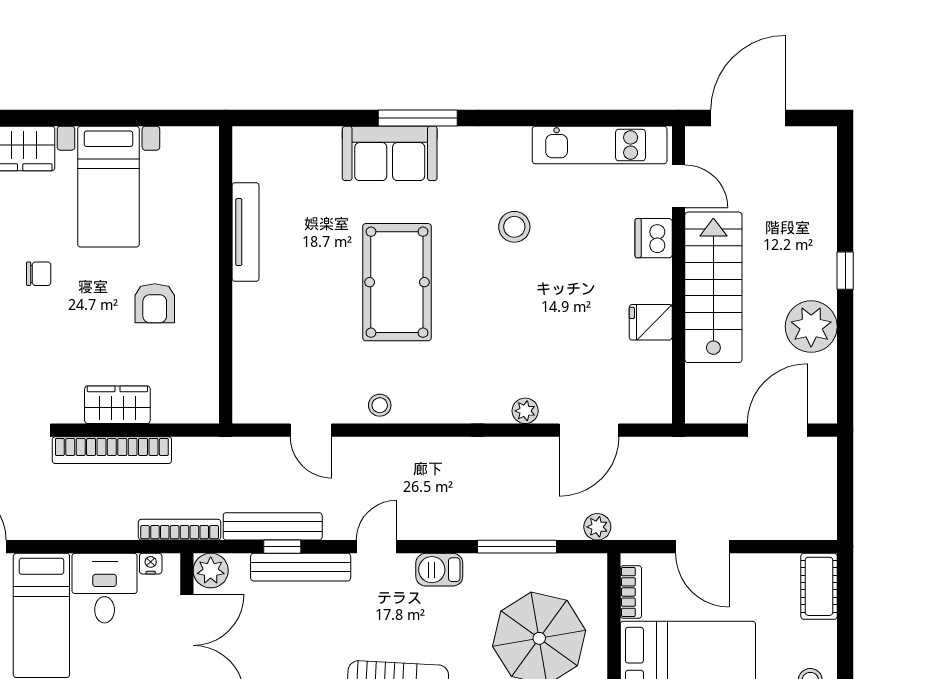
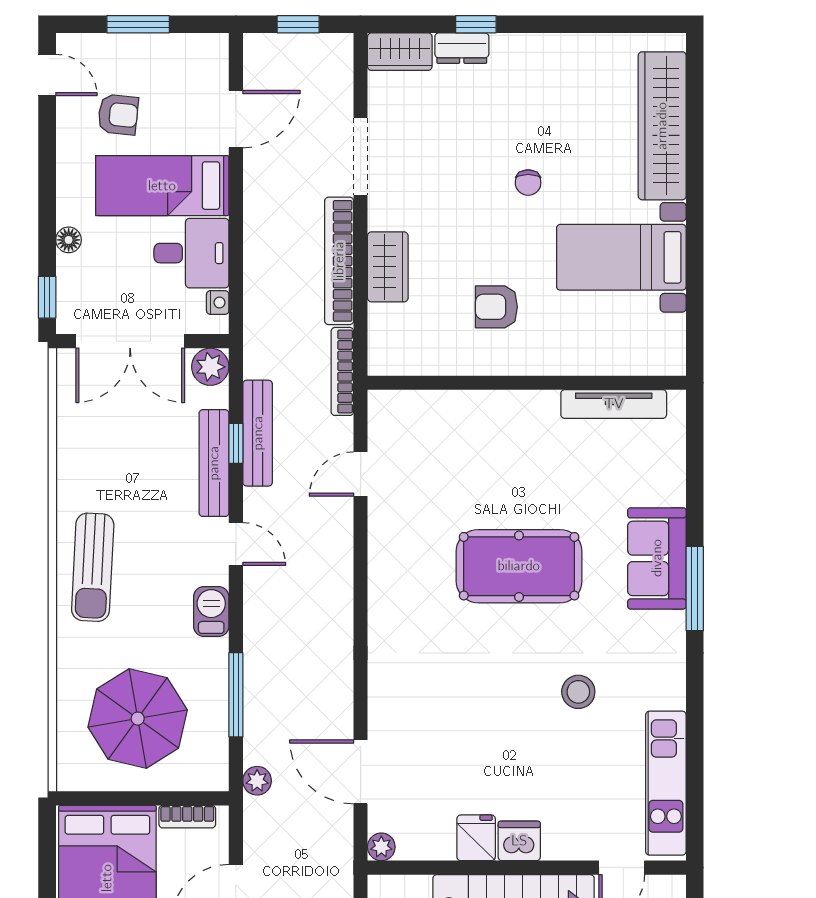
tv unit: (245, 232) -> (614, 404), moved
dishwasher: (654, 238) -> (519, 841), moved
stool: (380, 405) -> (387, 548), removed
plant: (525, 411) -> (381, 847), moved
bookcase: (180, 530) -> (342, 371), moved, turned 180

